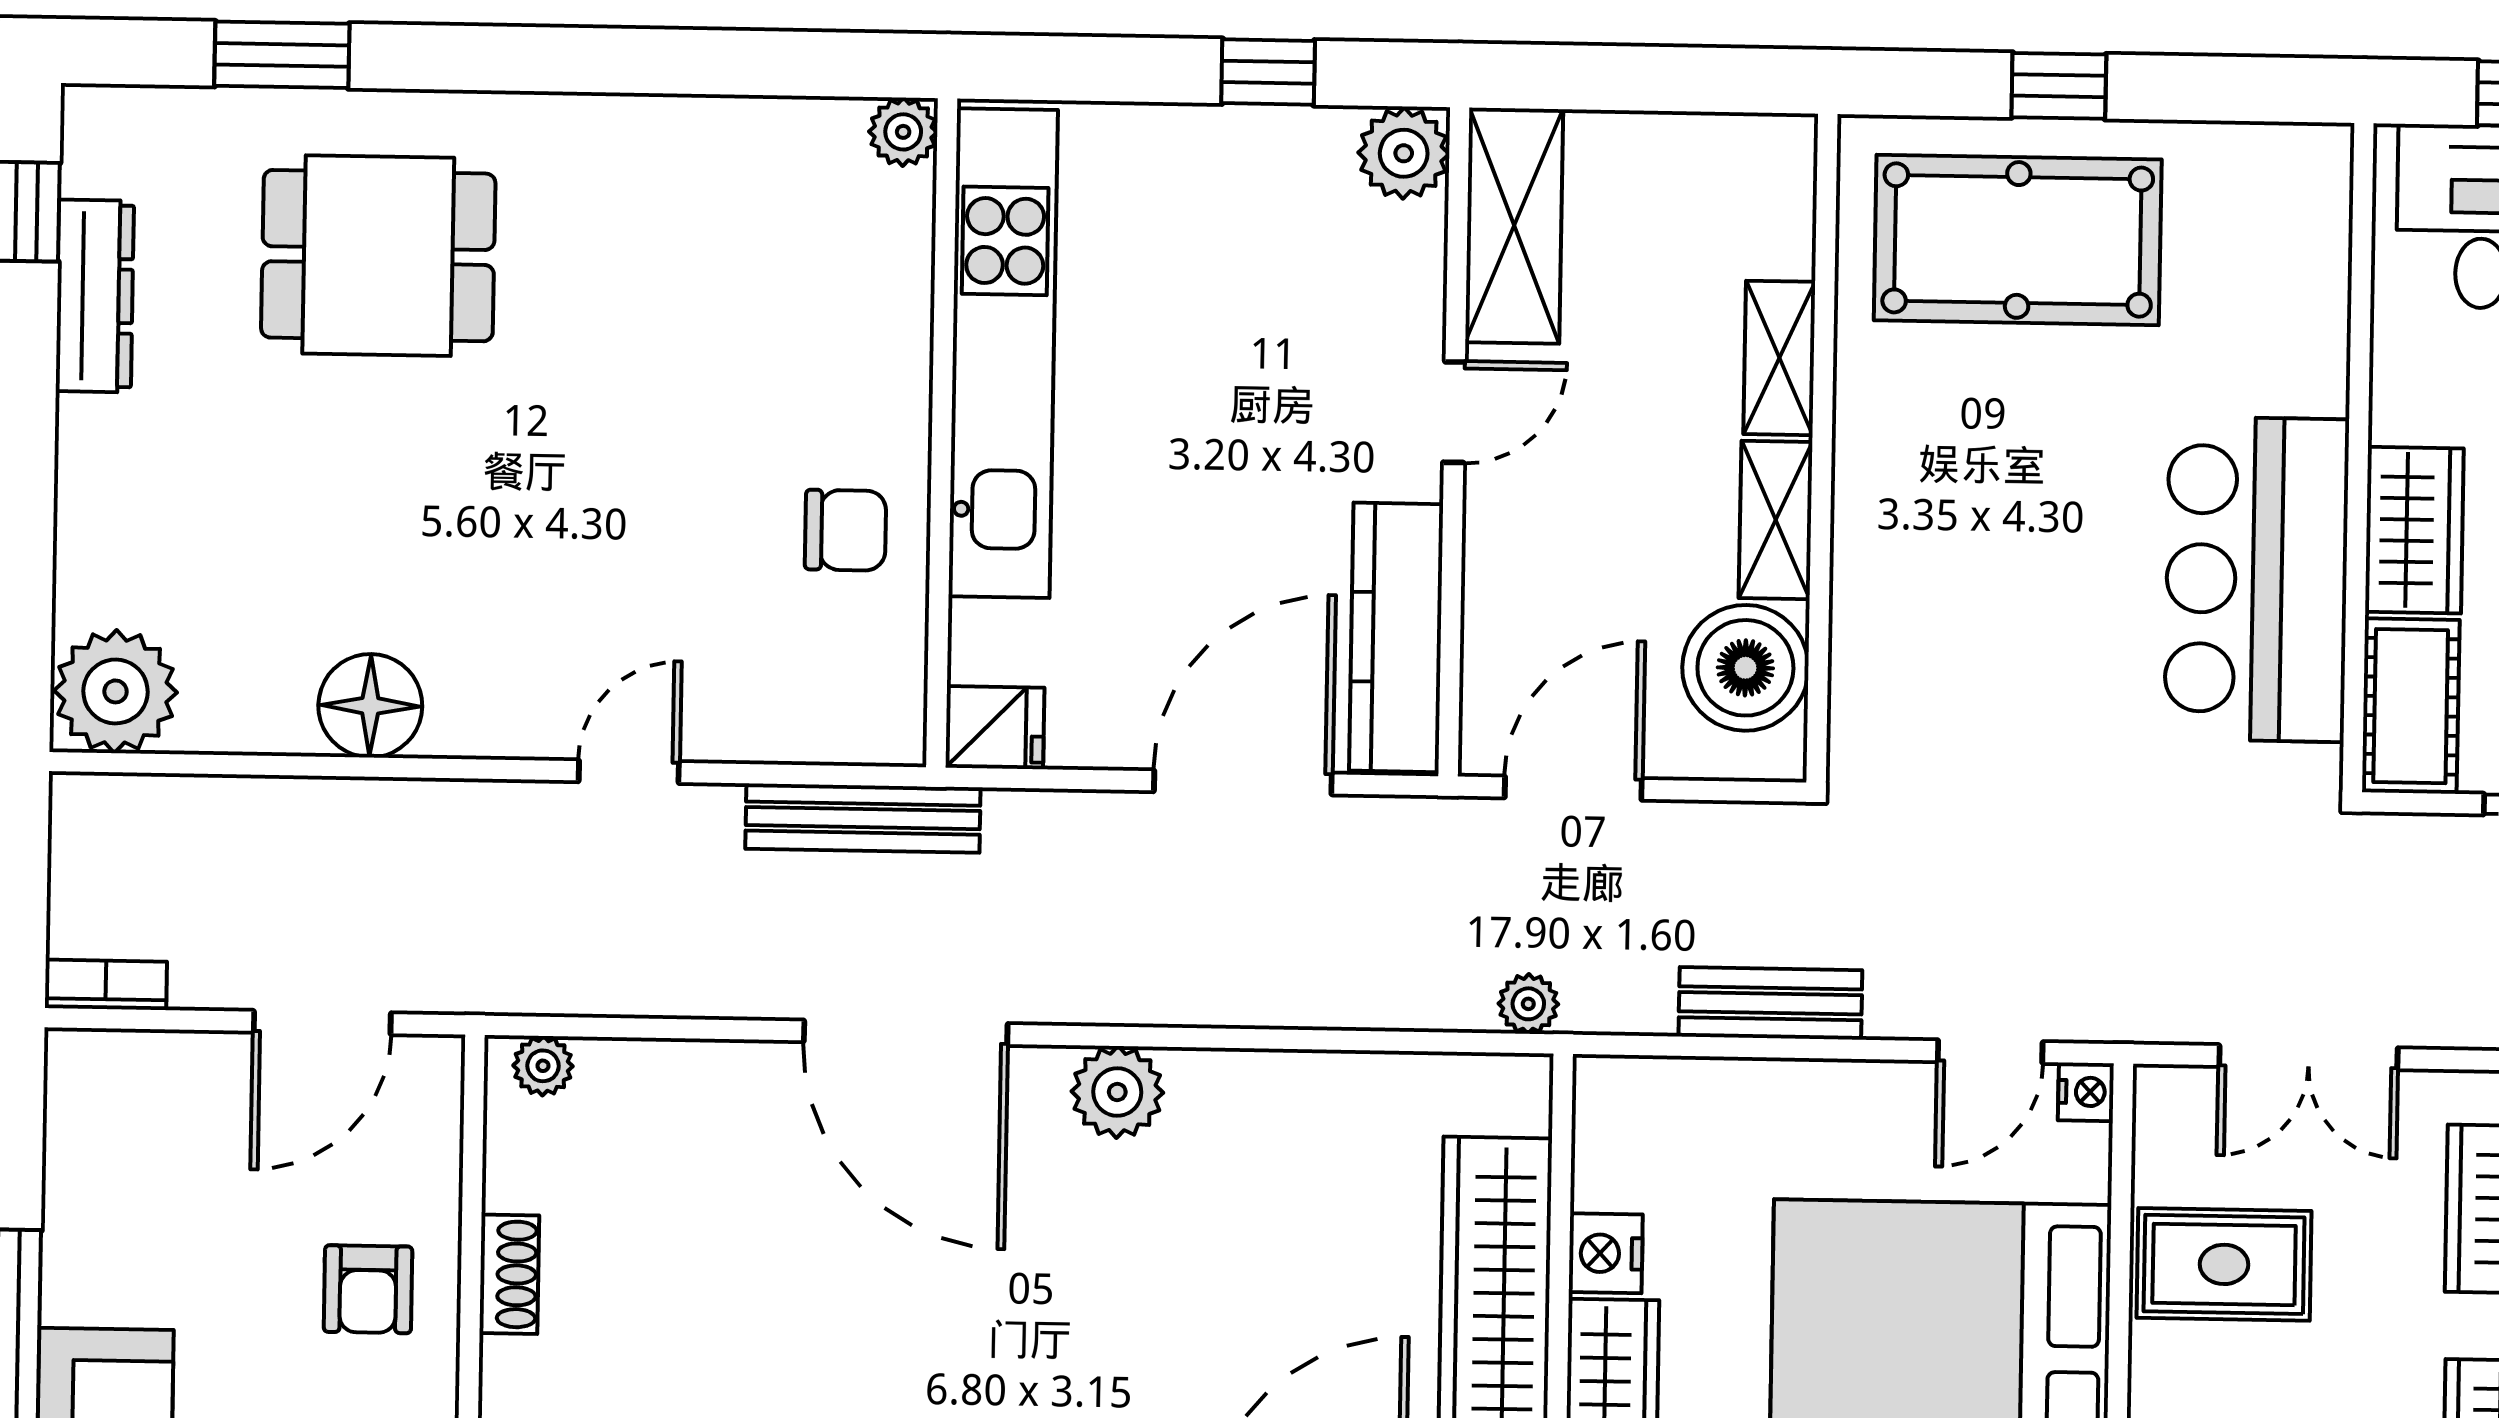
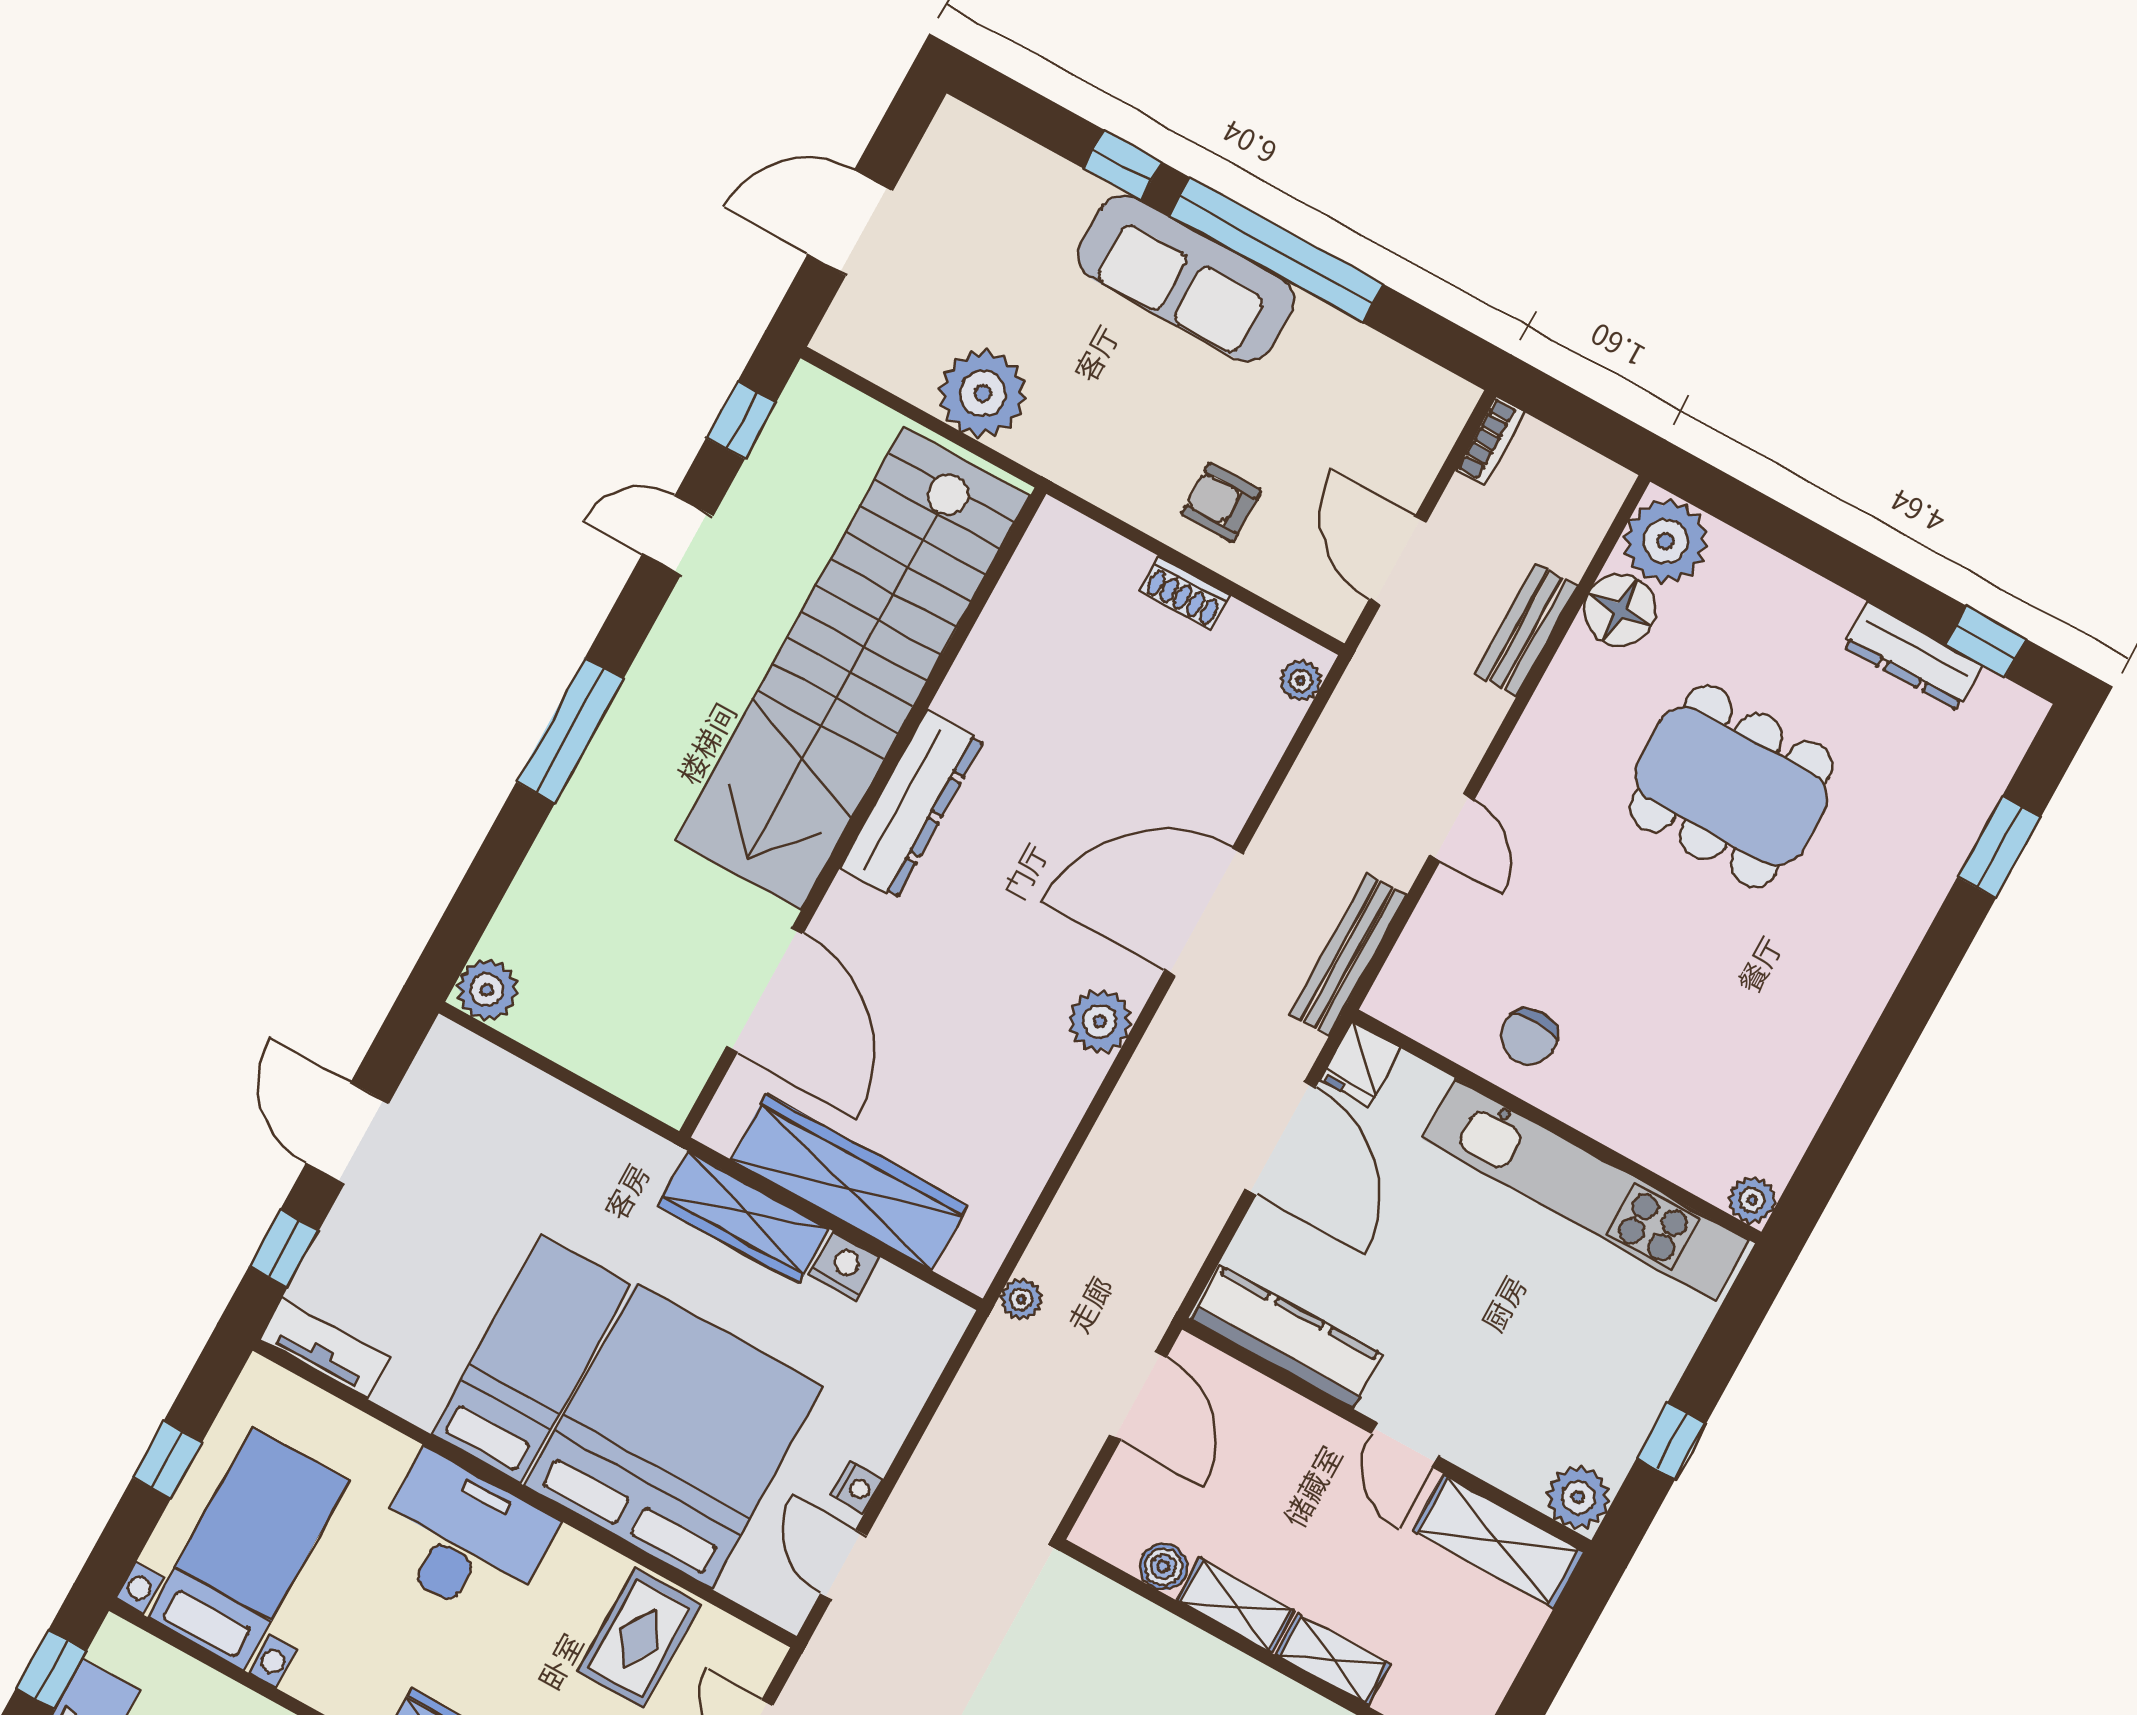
dining table: (378, 256) -> (1731, 786), moved, width x1.38
boiler: (1745, 668) -> (1163, 1567), width x0.54, depth x0.54
floor lamp: (370, 706) -> (1620, 610), moved
door: (1243, 782) -> (1280, 1138), moved
bench: (1770, 1003) -> (1526, 630), moved
nightstand: (2086, 1092) -> (857, 1487), moved, turned -90

